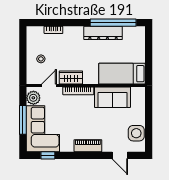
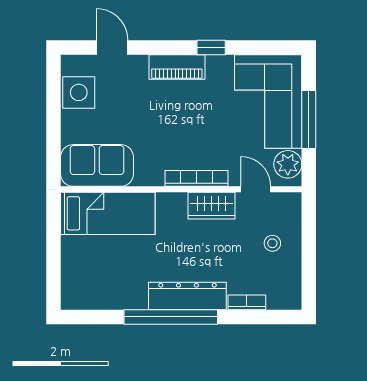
window: (113, 23) -> (171, 317), moved
dresser: (103, 33) -> (187, 296), moved
door: (49, 85) -> (256, 189), swing flipped
sofa: (112, 97) -> (97, 165), moved
window: (48, 155) -> (211, 47), moved

